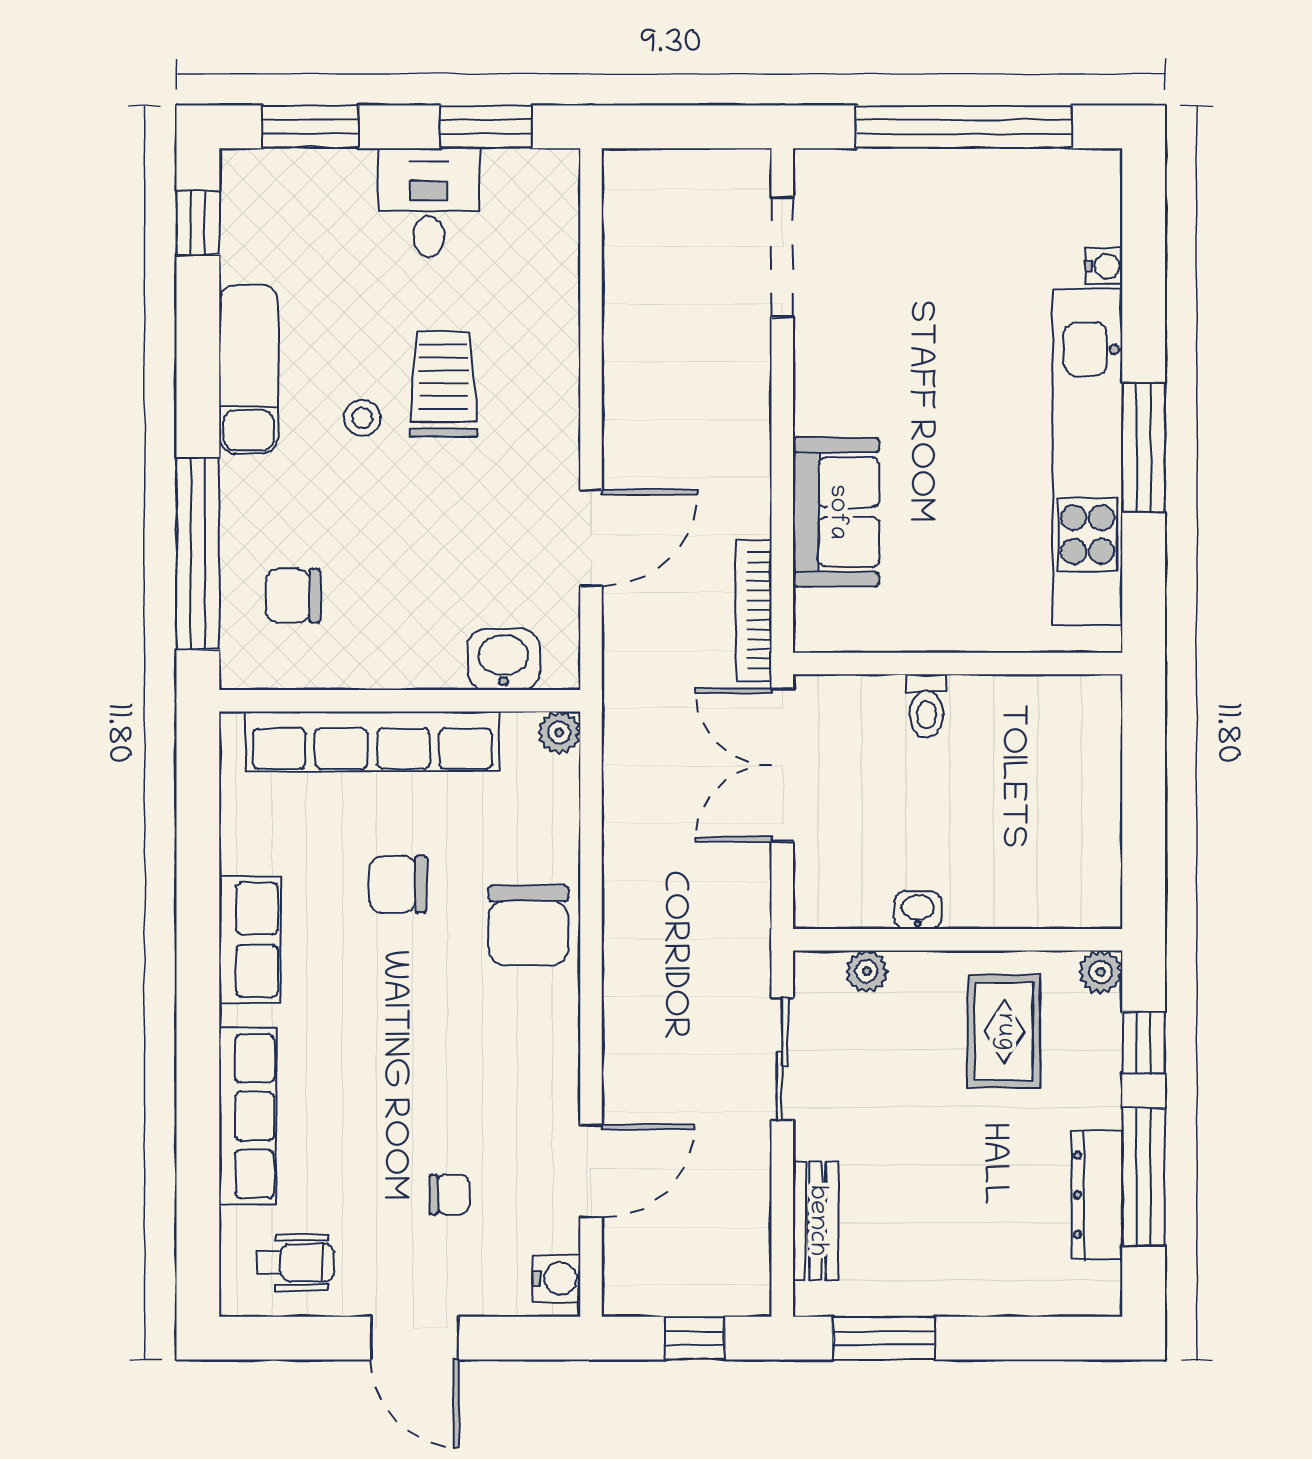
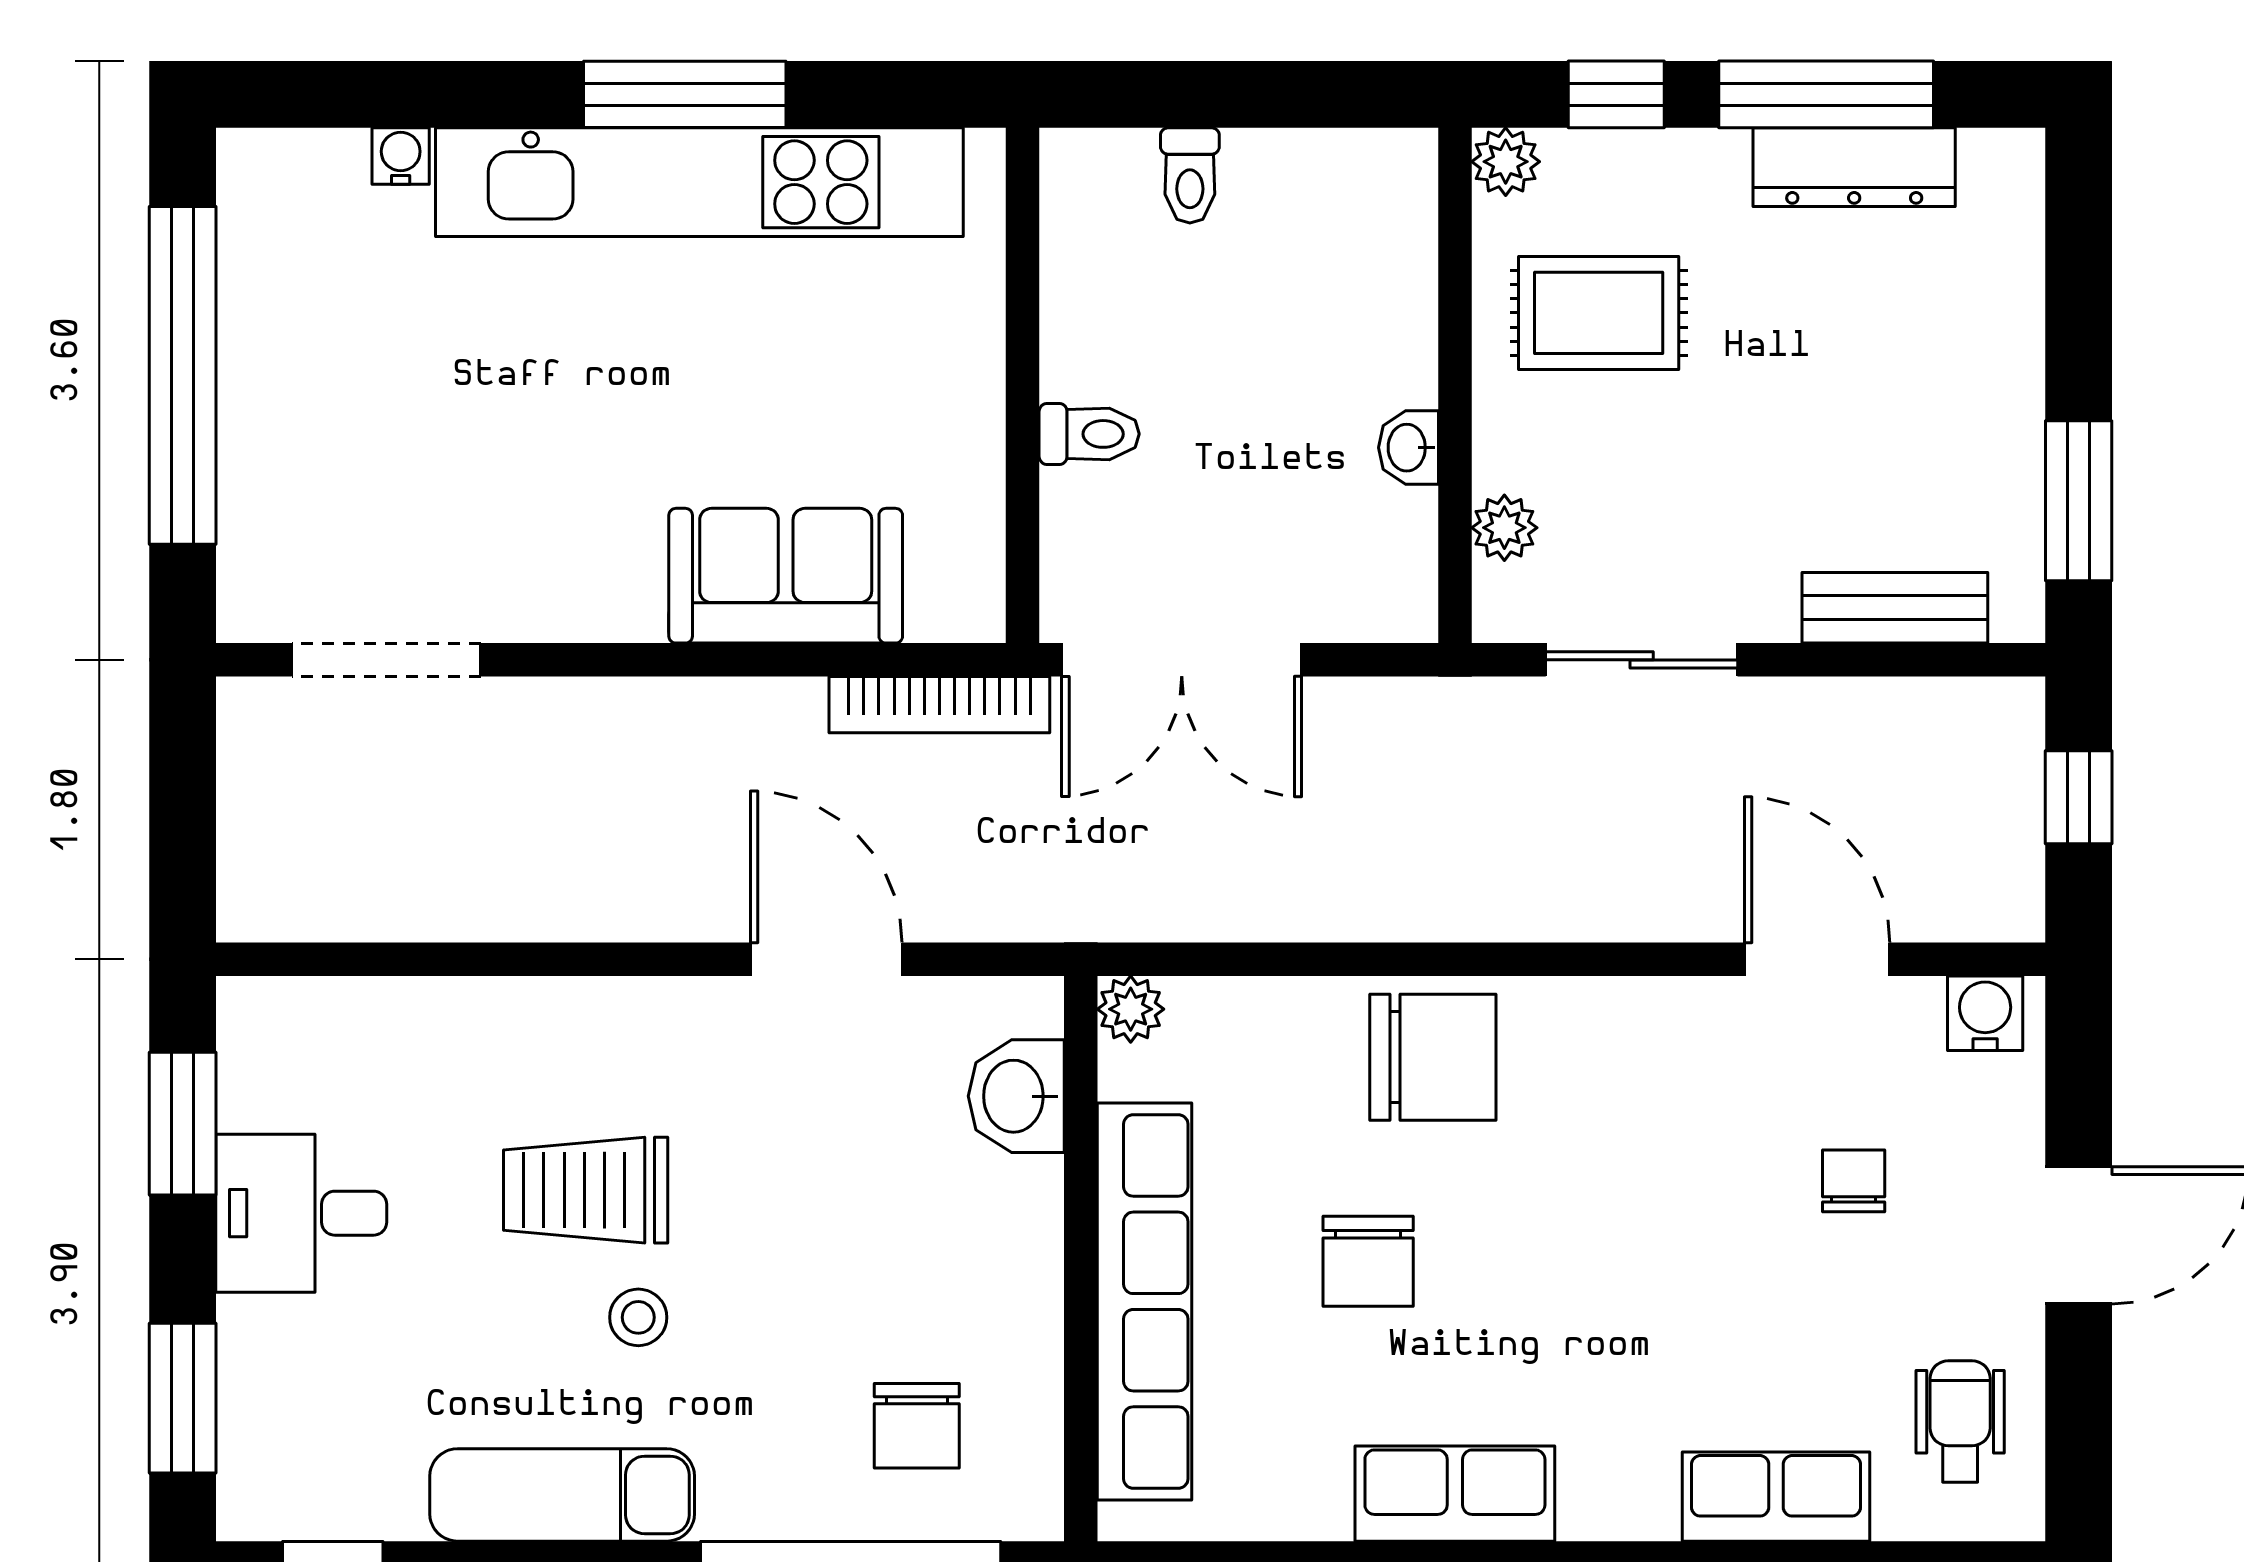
toilet: (1092, 770) -> (1190, 175), added
row of seats: (248, 1116) -> (1776, 1497), width x0.68

